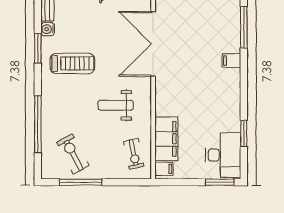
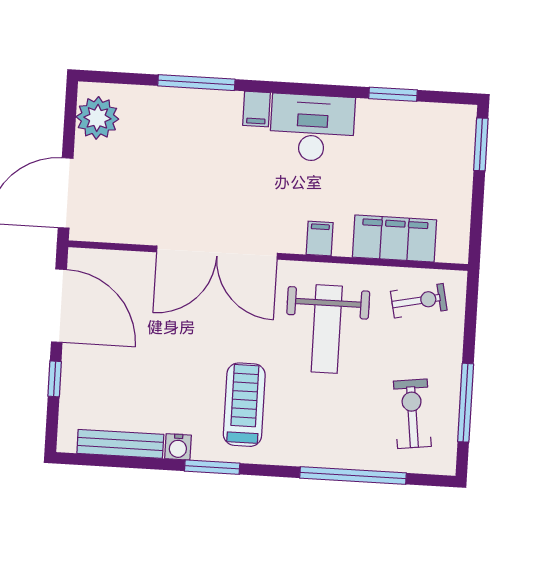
weight bench: (116, 105) -> (327, 329), width x1.36, depth x1.33
exercise bike: (73, 154) -> (412, 414), turned 111
desk: (223, 155) -> (312, 128), moved
filing cabinet: (164, 169) -> (320, 239), moved

